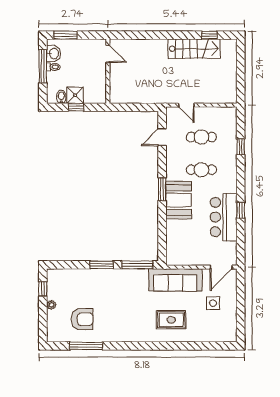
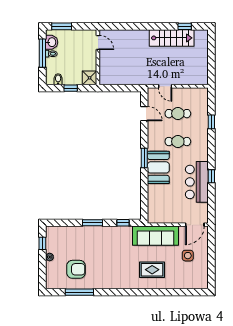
shower: (75, 95) -> (90, 78), moved
door: (162, 137) -> (144, 114), swing flipped
window: (137, 265) -> (123, 223), width x0.46

